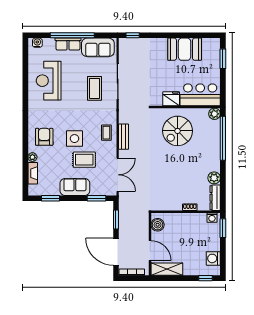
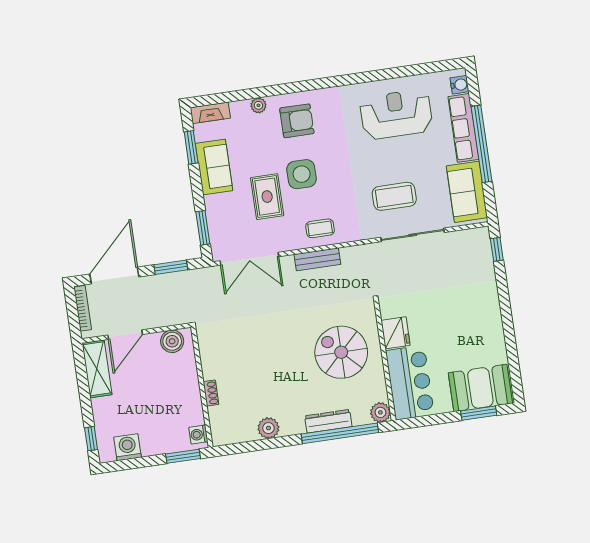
row of seats: (68, 44) -> (463, 128), width x1.48
booth: (185, 49) -> (480, 388), moved, turned 90
fireplace: (33, 173) -> (210, 113), moved
sofa: (75, 187) -> (214, 167), moved
dresser: (215, 198) -> (328, 421), moved

